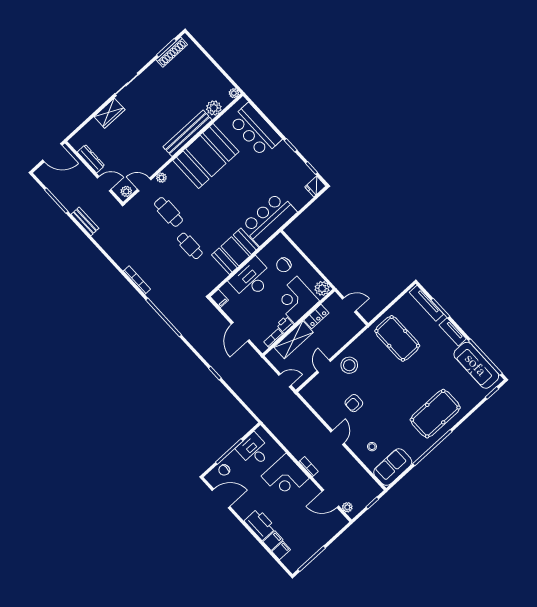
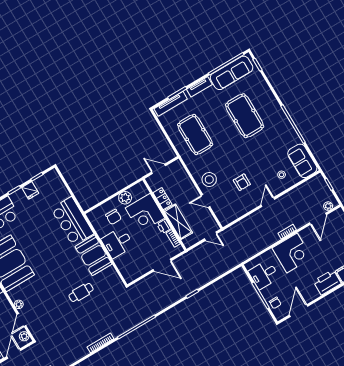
fridge: (315, 186) -> (30, 190), moved
cafe table: (168, 212) -> (49, 304), removed
desk: (251, 279) -> (117, 243), width x0.73
plant: (322, 288) -> (125, 198), moved
filing cabinet: (219, 298) -> (130, 277), removed
door: (349, 305) -> (158, 169), hinge flipped
pool table: (397, 338) -> (195, 135), turned 90
door: (285, 380) -> (211, 236), swing flipped
pool table: (435, 414) -> (245, 116), moved
door: (337, 437) -> (268, 202), hinge flipped

